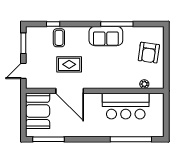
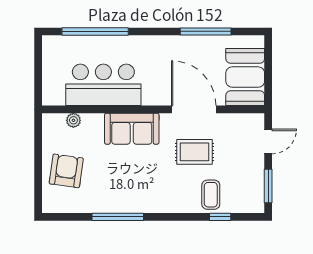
sofa: (106, 36) -> (132, 129), moved, turned 180
window: (48, 139) -> (206, 31), moved

